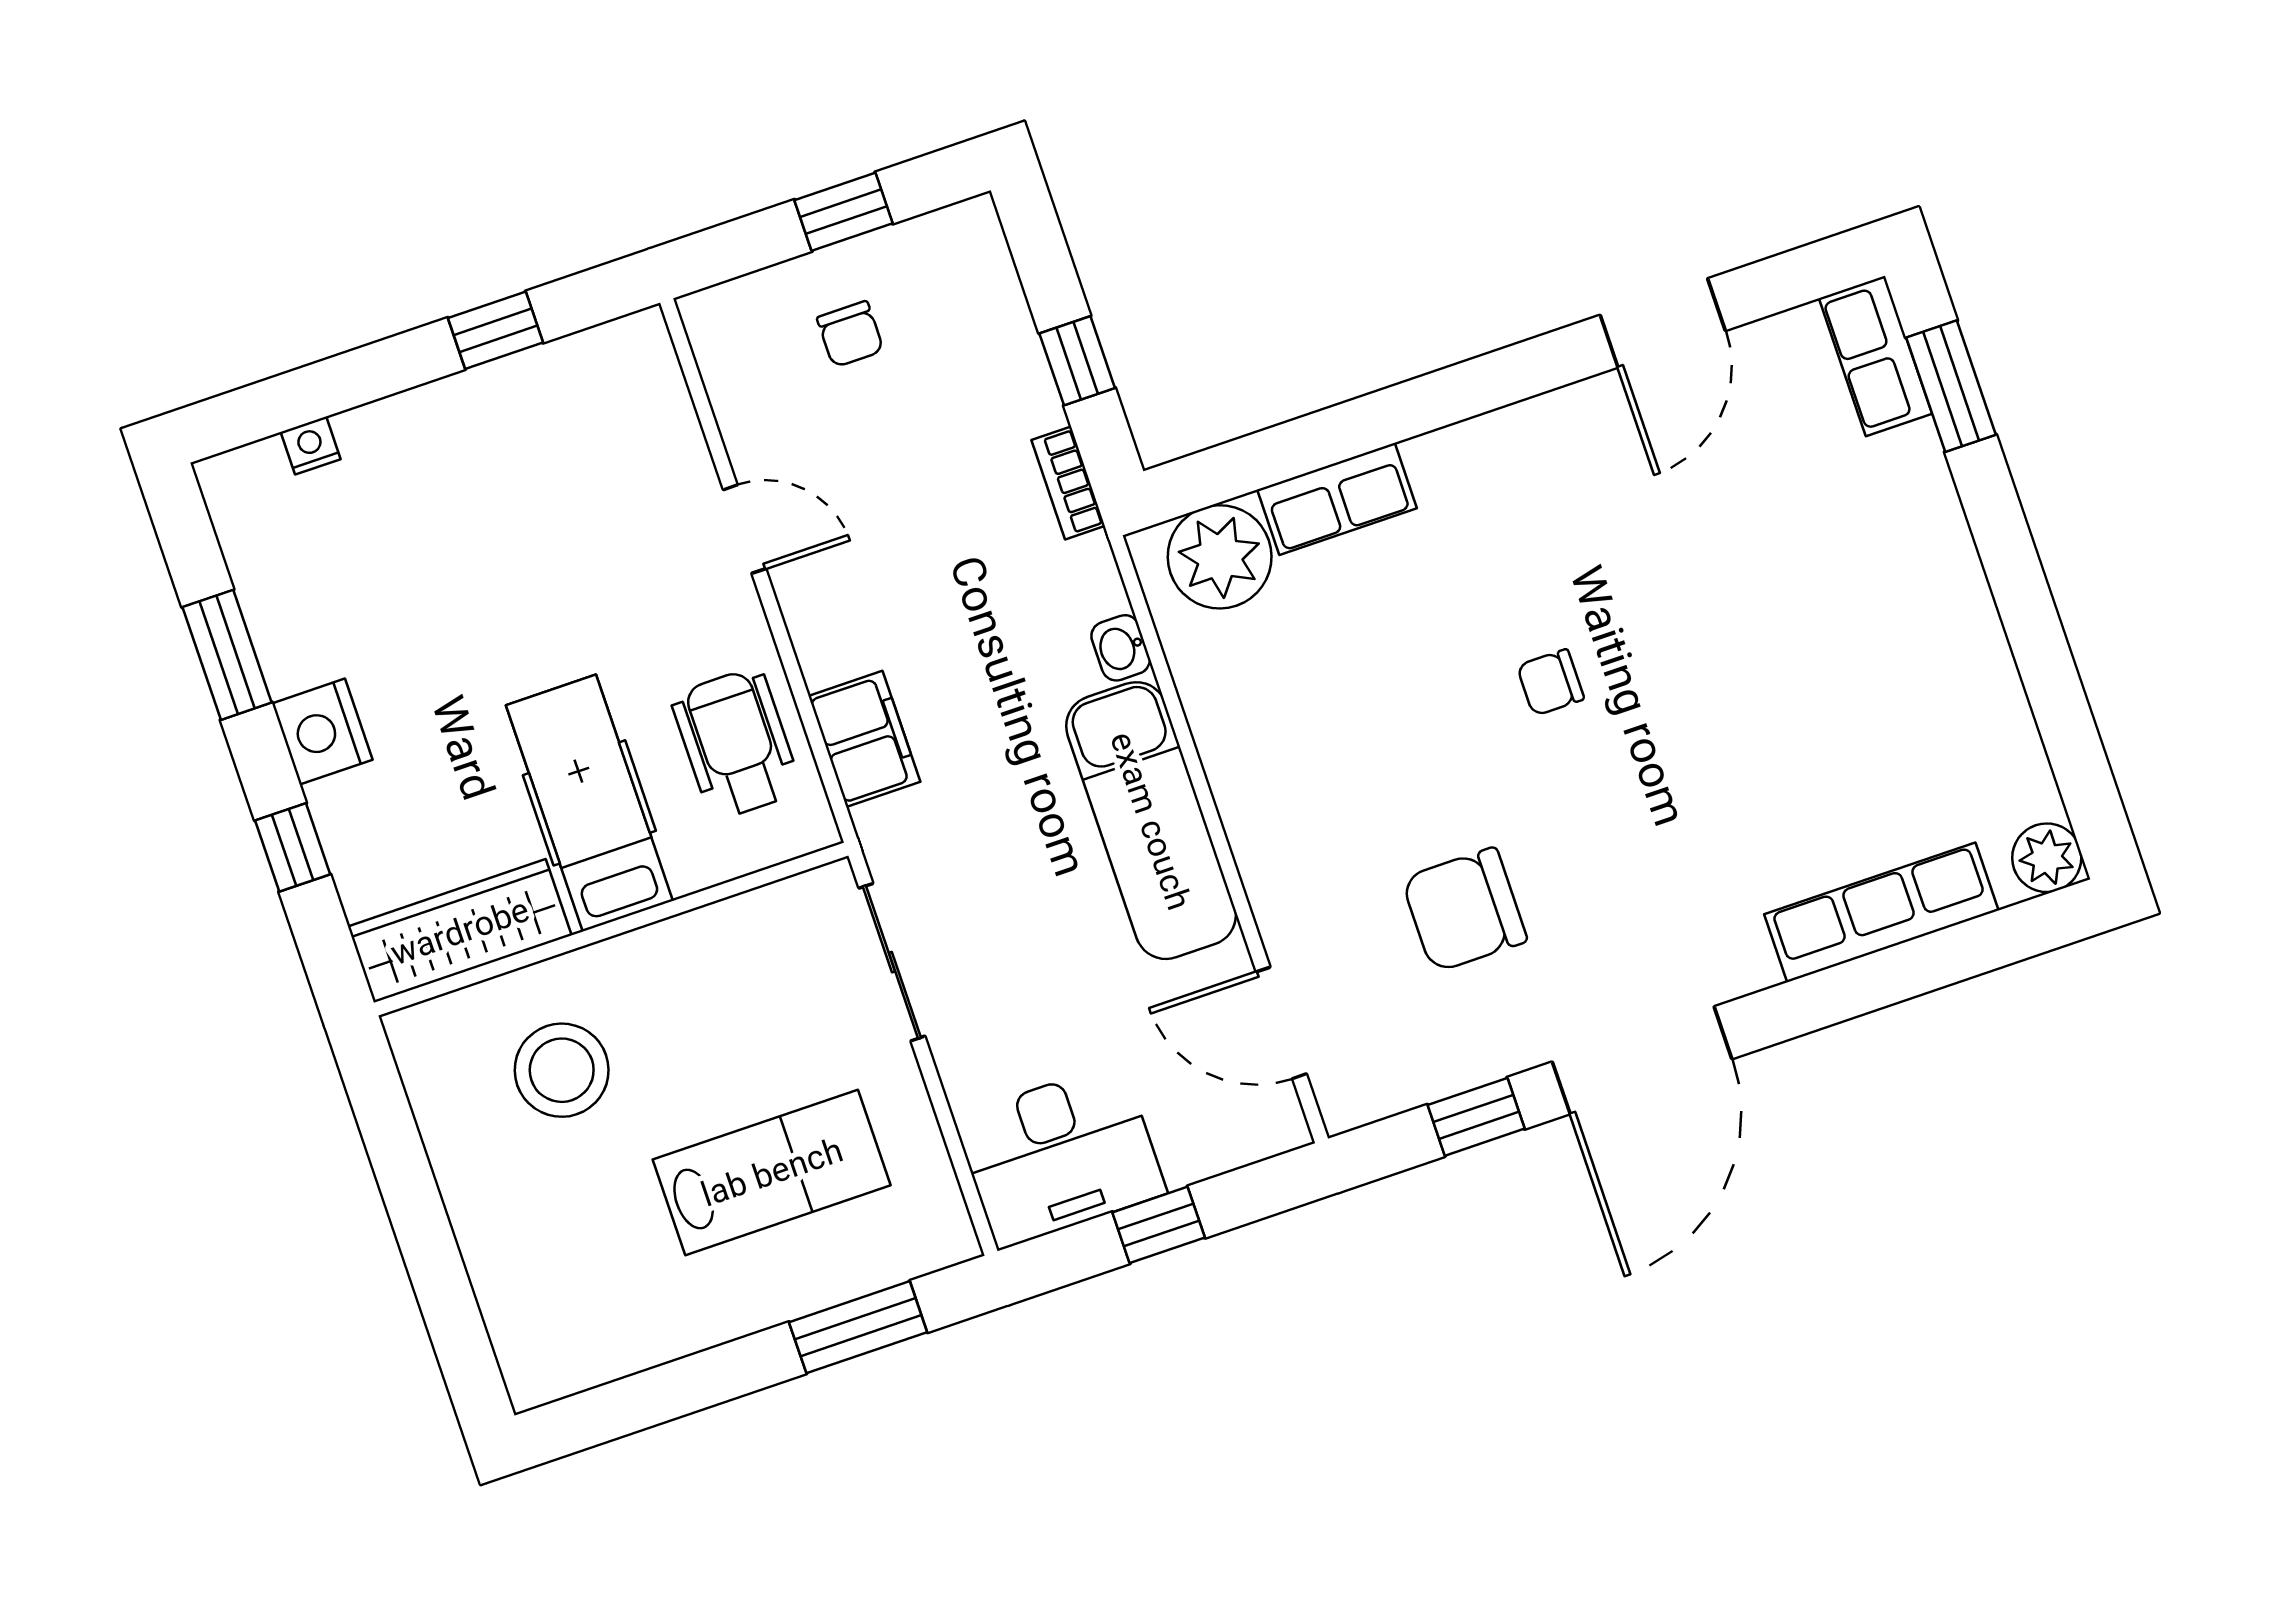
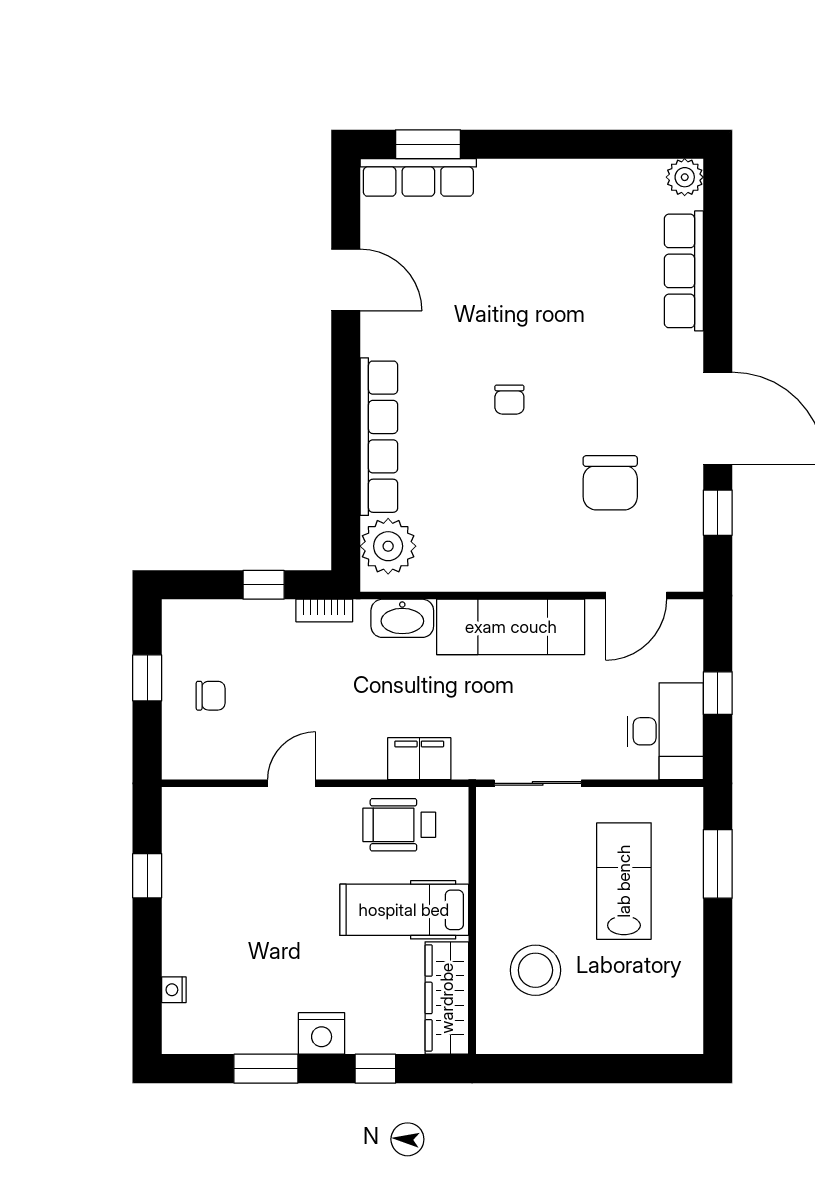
row of seats: (1875, 356) -> (418, 177), width x1.48
row of seats: (1337, 499) -> (379, 437), width x2.02
washbasin: (1121, 648) -> (402, 618), width x1.91, depth x1.45

